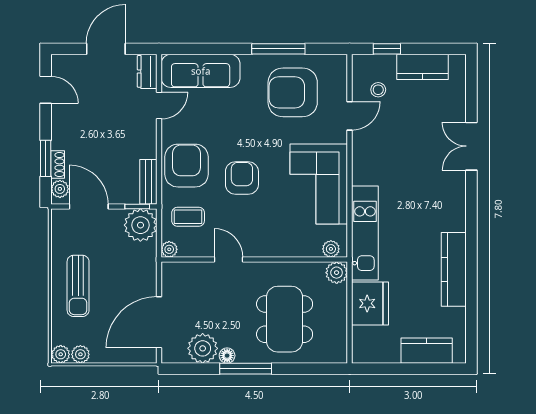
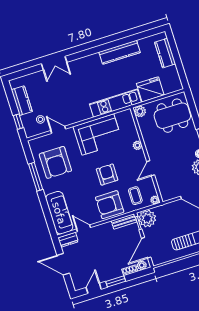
window: (46, 158) -> (116, 281), moved
armchair: (242, 178) -> (107, 175), turned 90
plant: (331, 249) -> (137, 145), moved
dining table: (285, 319) -> (172, 116), moved

